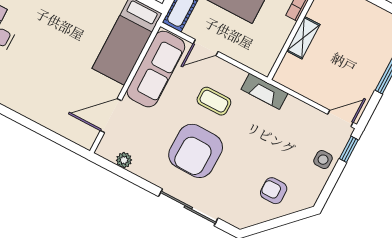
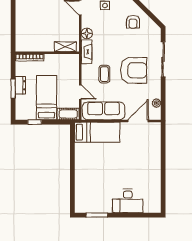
shelving: (303, 38) -> (65, 47), moved
floor lamp: (294, 107) -> (87, 33), added
door: (111, 116) -> (138, 121), swing flipped

